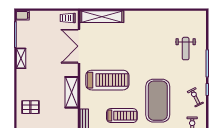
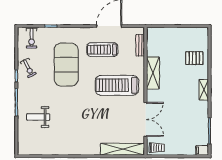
weight bench: (186, 49) -> (38, 117), turned -90
shelving: (21, 58) -> (204, 90), moved

